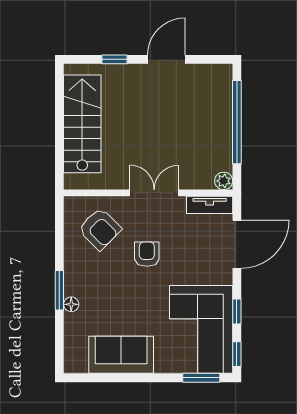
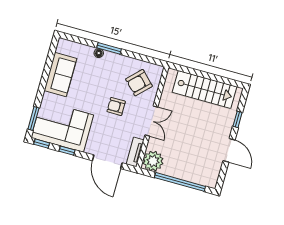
plant: (224, 181) -> (153, 161), width x1.88, depth x1.88
armchair: (147, 254) -> (116, 106), turned 180

